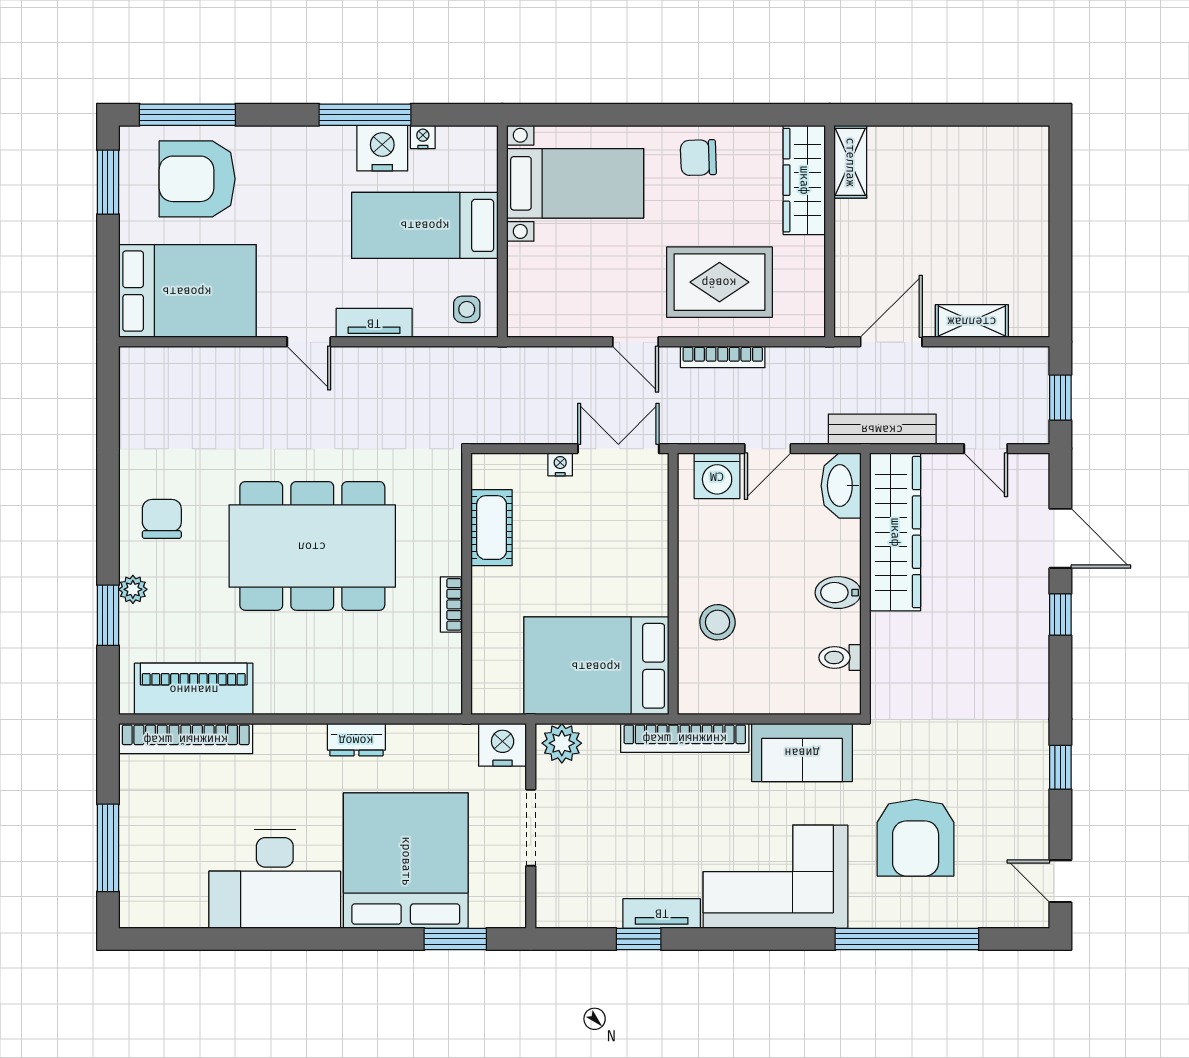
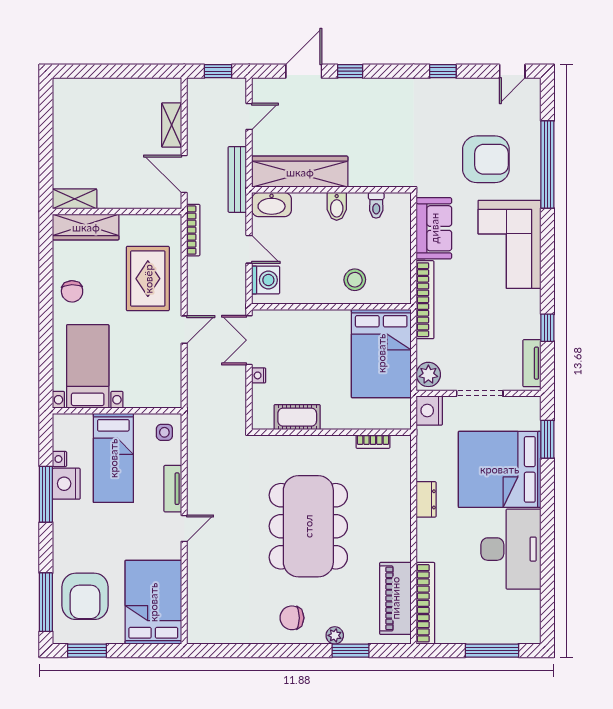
bookcase: (723, 357) -> (193, 230), moved
bookcase: (451, 604) -> (373, 442), moved
tv unit: (662, 913) -> (532, 363), moved

